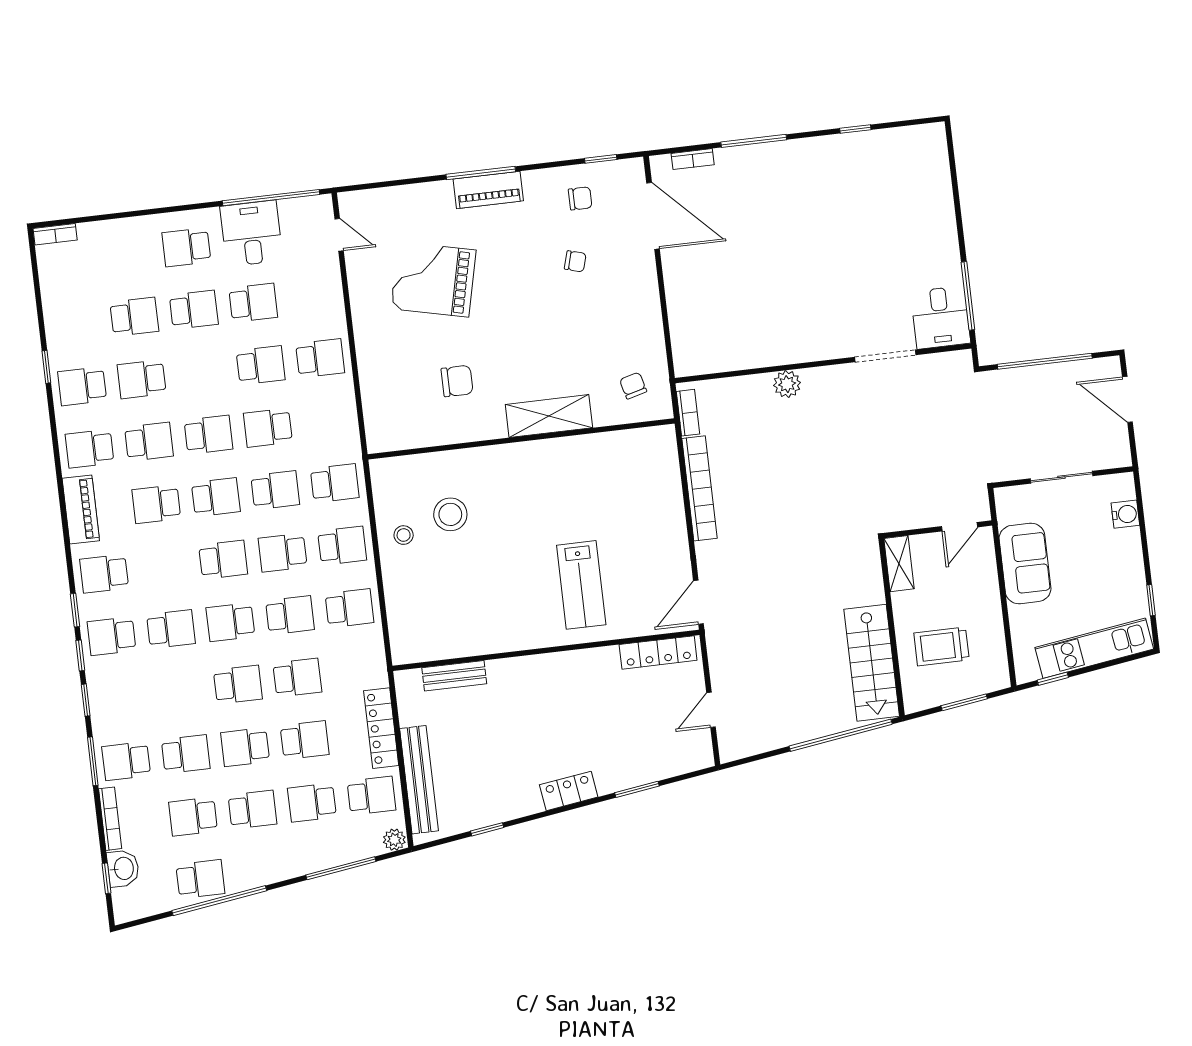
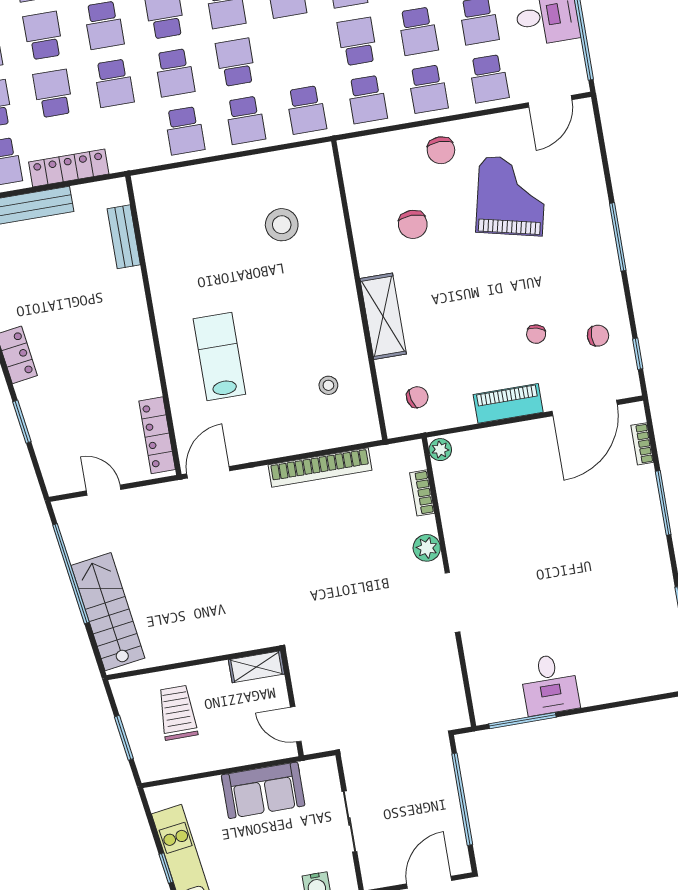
piano: (488, 190) -> (508, 403), moved, turned 90
chair: (580, 198) -> (598, 336), turned -90
door: (339, 235) -> (550, 101), width x1.38
school desk: (313, 296) -> (489, 79), added
desk: (941, 317) -> (550, 684), moved, turned -90
chair: (383, 348) -> (441, 150), added
doorway: (885, 356) -> (452, 602), moved
plant: (688, 365) -> (440, 450), added
bookcase: (688, 413) -> (422, 493), moved, turned 90
school desk: (275, 490) -> (367, 99), moved
stool: (404, 535) -> (328, 385), moved
lab bench: (581, 585) -> (219, 357), turned 90
door: (698, 602) -> (208, 472), hinge flipped
stairs: (872, 663) -> (108, 612), moved, turned 82
window: (1053, 679) -> (166, 868), moved
window: (841, 735) -> (71, 574), moved
school desk: (305, 740) -> (53, 93), turned 180

